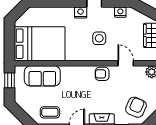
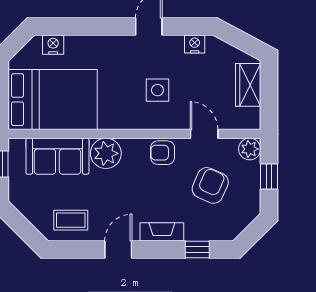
nightstand: (81, 13) -> (53, 45), moved
plant: (70, 74) -> (106, 153), added
armchair: (136, 107) -> (210, 185), moved

